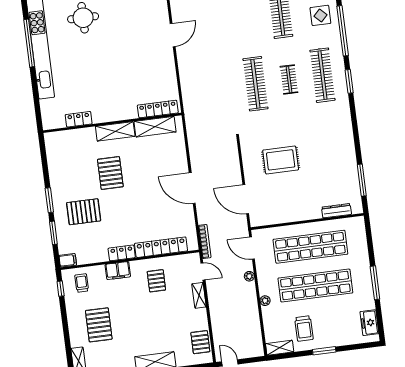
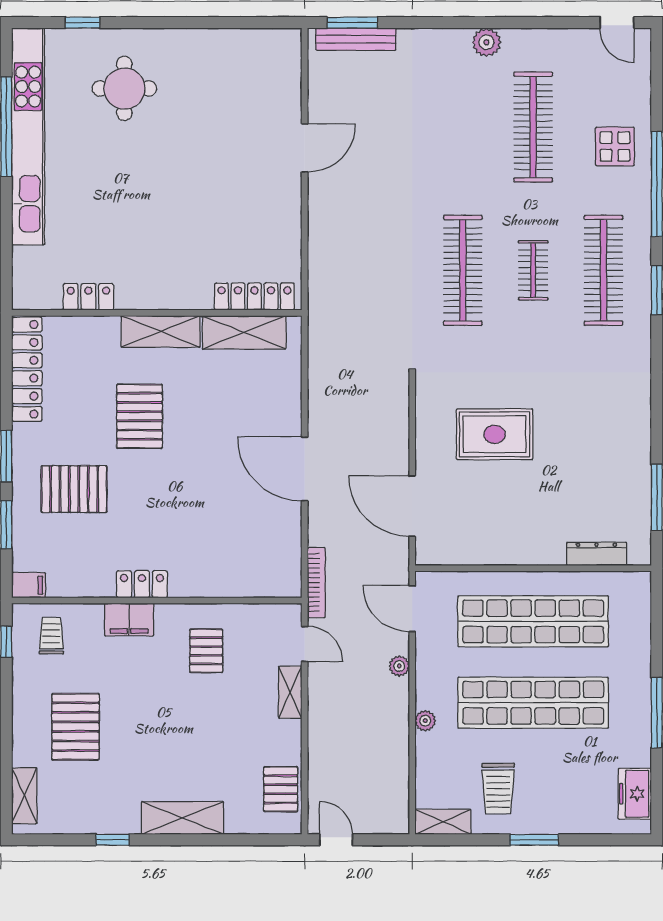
locker: (161, 247) -> (27, 369), moved, turned 90

